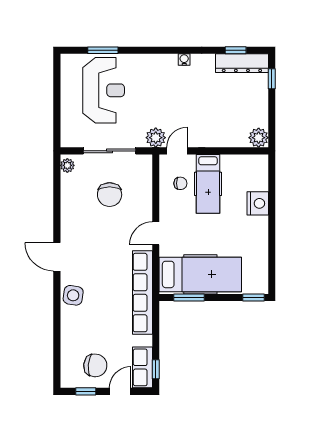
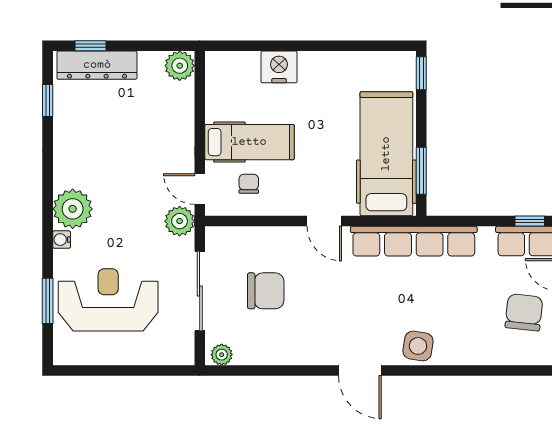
water cooler: (184, 60) -> (62, 240), moved
dresser: (242, 63) -> (97, 65), moved, turned 90
plant: (164, 67) -> (73, 209), added
door: (57, 257) -> (360, 370), hinge flipped

